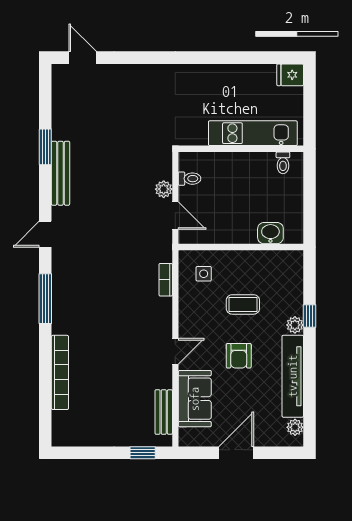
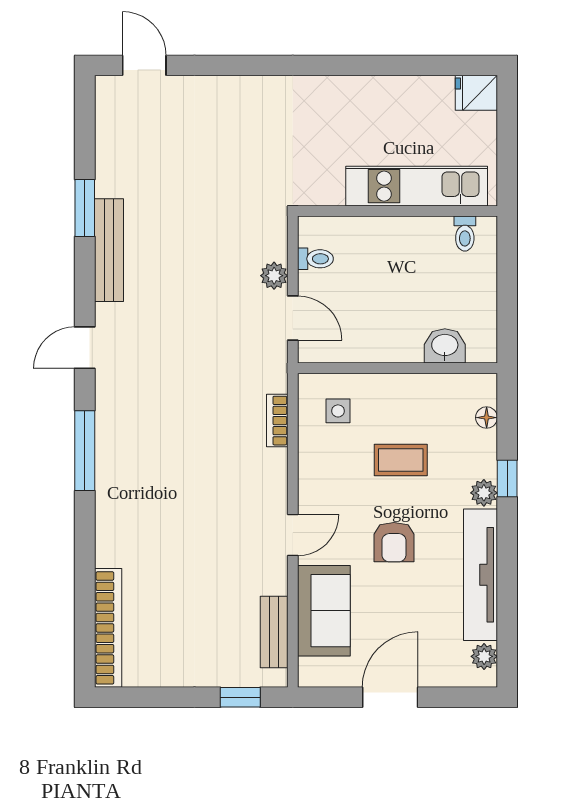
floor lamp: (297, 278) -> (487, 418), added
bookcase: (60, 372) -> (108, 628), moved

